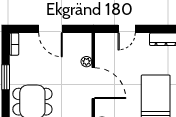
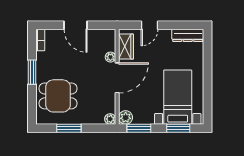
wardrobe: (102, 51) -> (126, 47), added
door: (93, 83) -> (117, 78), hinge flipped

